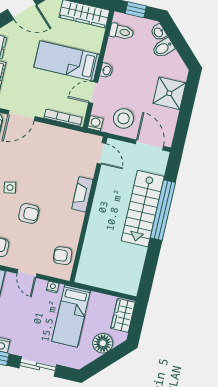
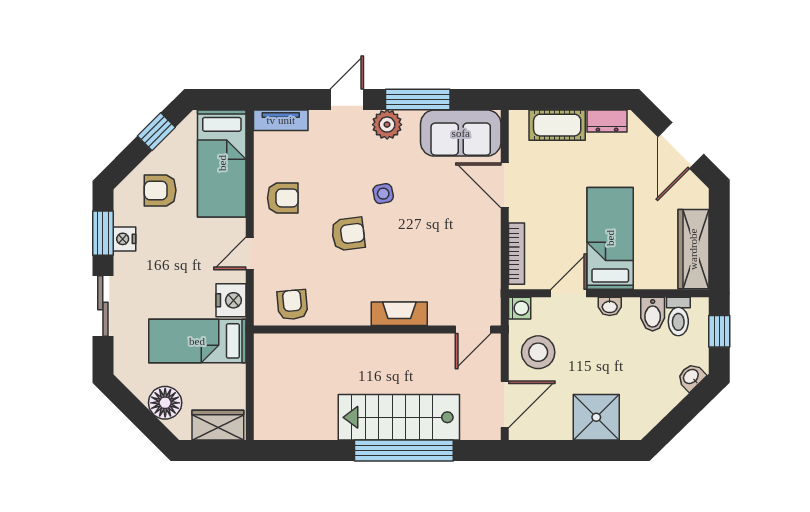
bidet: (163, 48) -> (653, 314), moved, turned -136
door: (93, 93) -> (569, 293), hinge flipped
armchair: (29, 213) -> (348, 234), turned -97
nightstand: (53, 287) -> (231, 300), width x1.89, depth x1.79

